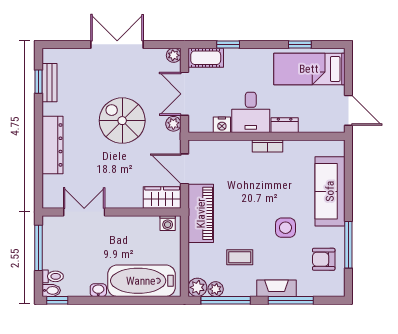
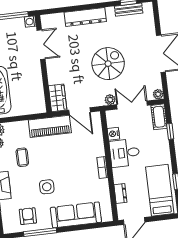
dresser: (285, 125) -> (120, 194), moved
door: (184, 169) -> (80, 111), swing flipped
washing machine: (168, 223) -> (30, 21), moved

